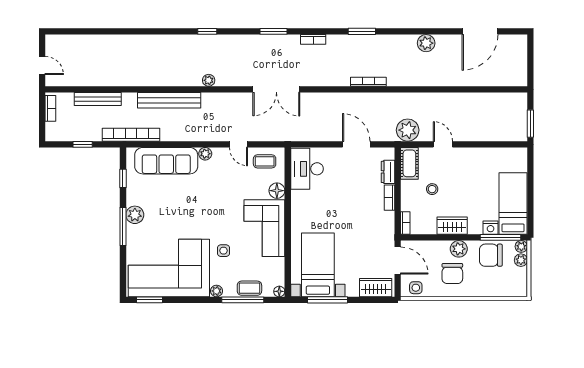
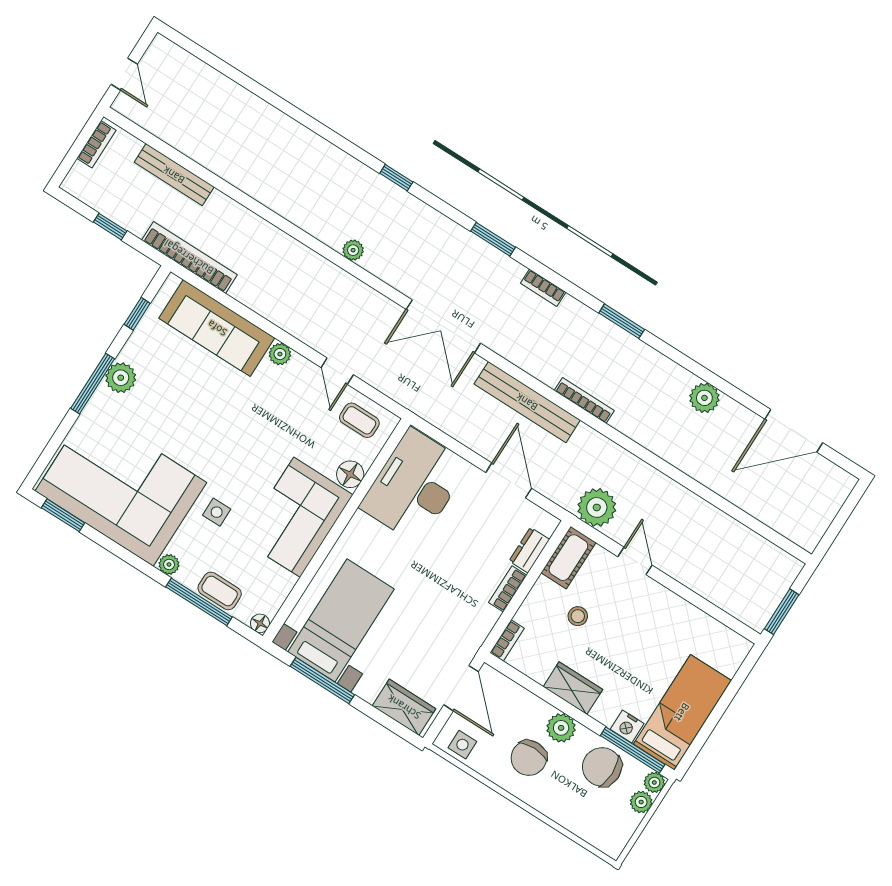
bench: (169, 100) -> (527, 402), moved
desk: (307, 169) -> (414, 486), width x1.36, depth x1.30

